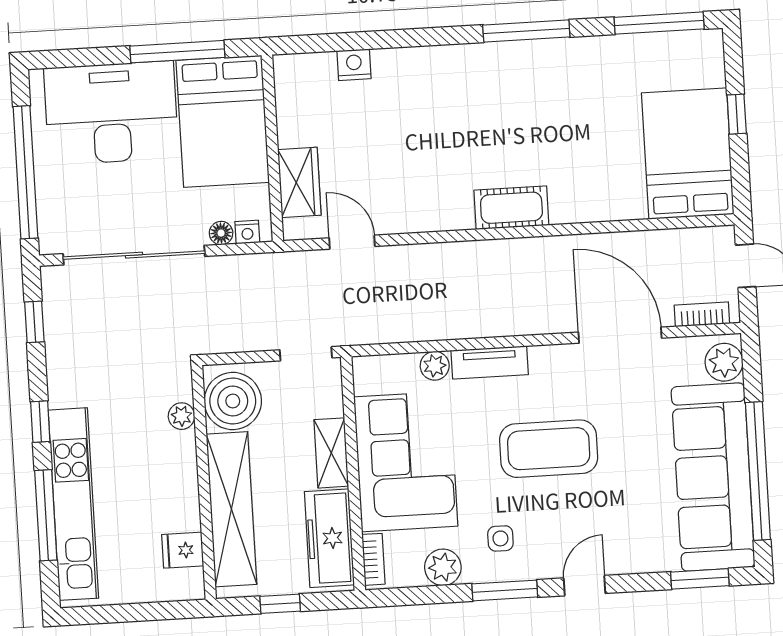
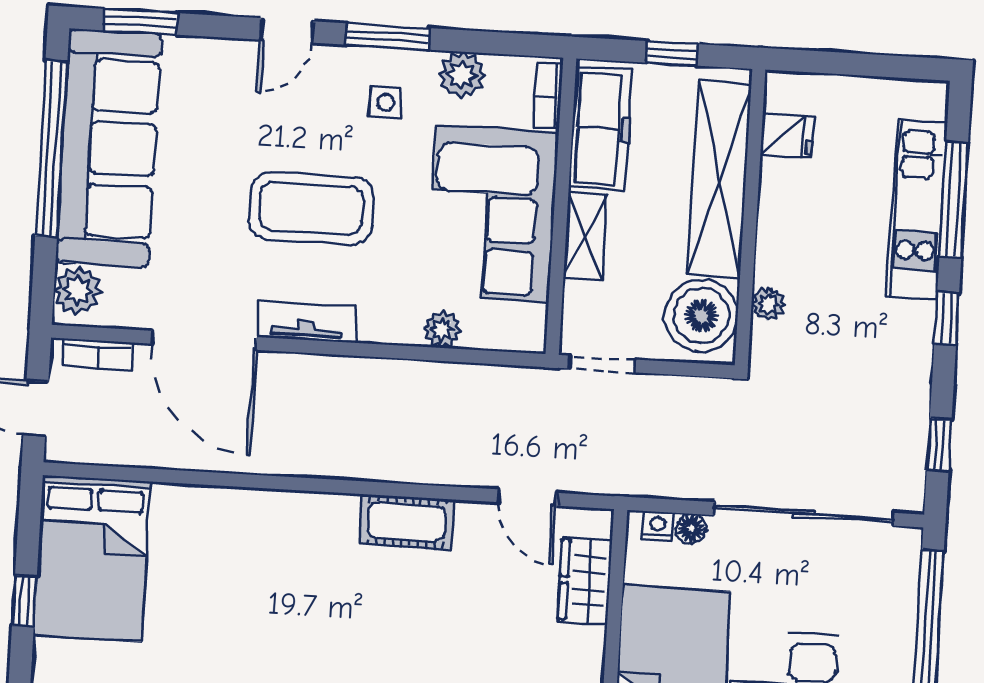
cot: (511, 208) -> (407, 522), moved
tv unit: (490, 362) -> (307, 322), moved
kitchen unit: (73, 504) -> (917, 210), width x0.73

